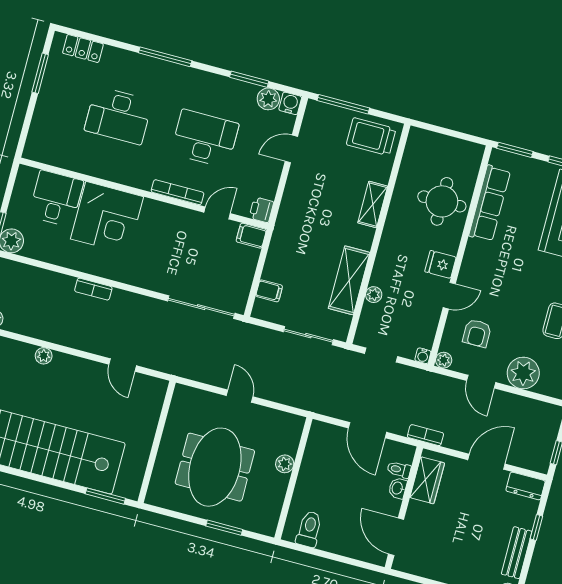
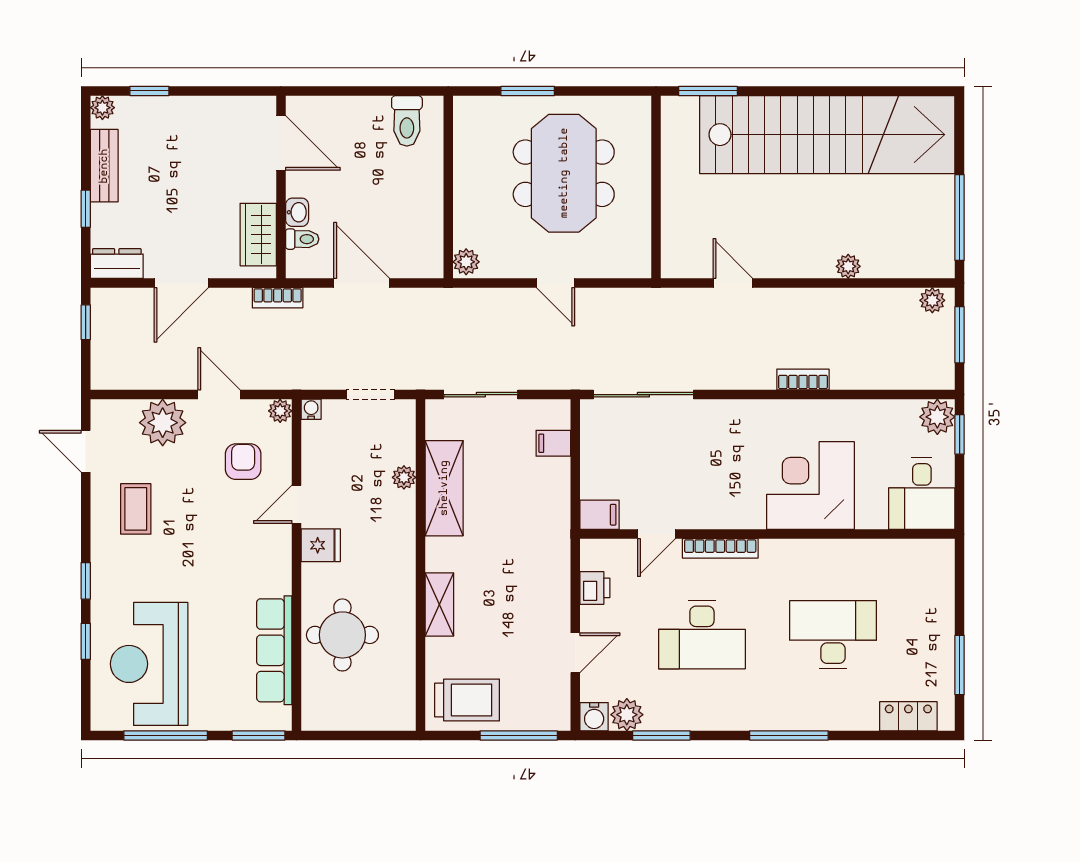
desk: (56, 199) -> (922, 494), moved
printer: (261, 210) -> (595, 588), moved
plant: (285, 464) -> (466, 262), moved

